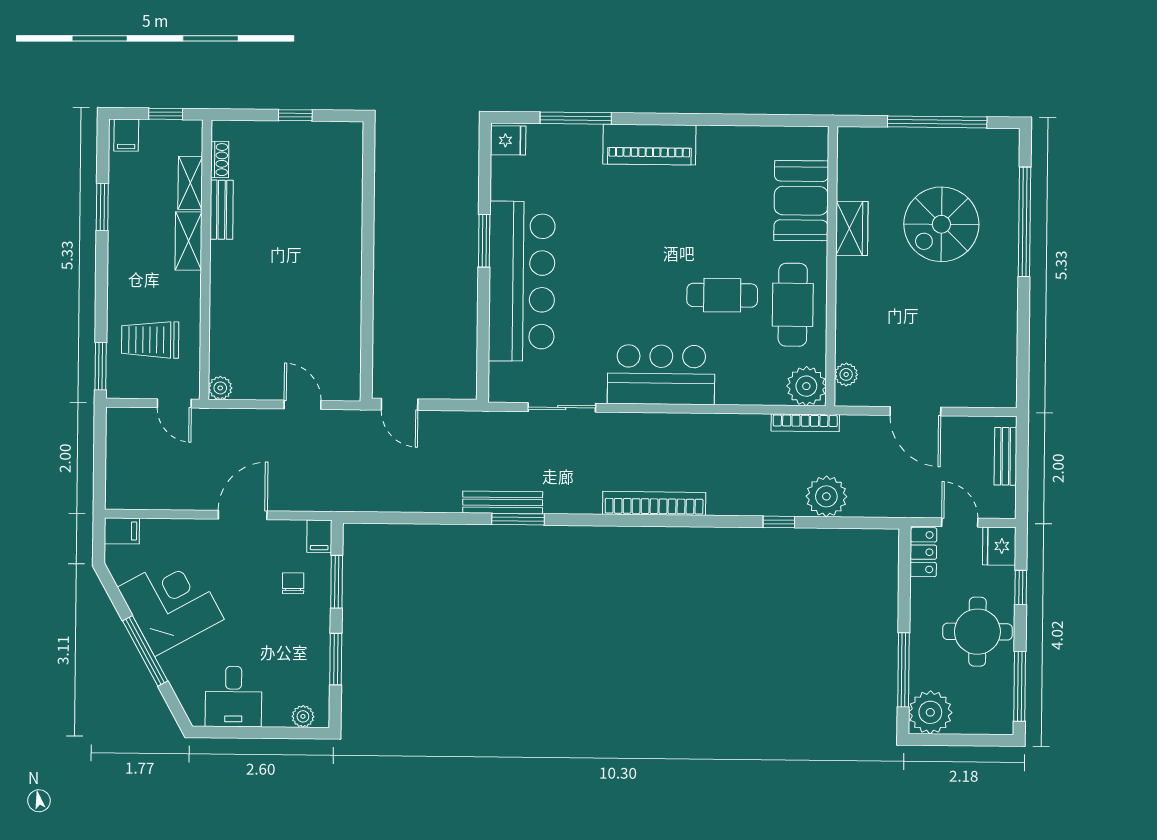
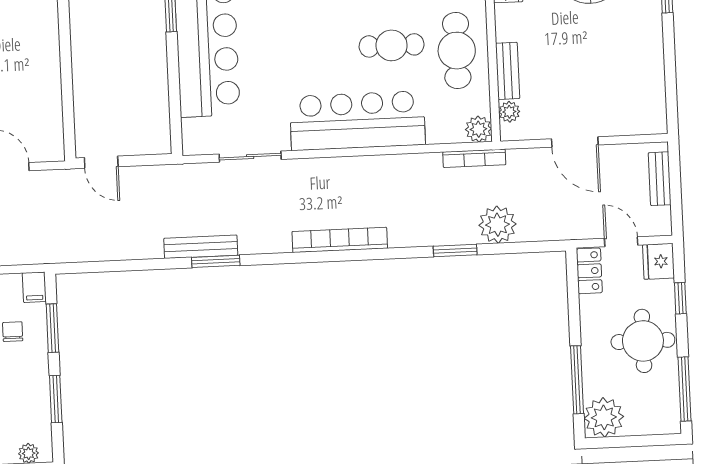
bench: (847, 330) -> (508, 71), added
bar counter: (661, 375) -> (357, 121), width x1.36
plant: (806, 386) -> (478, 129), width x0.73, depth x0.73
window: (779, 522) -> (455, 251), width x1.50

